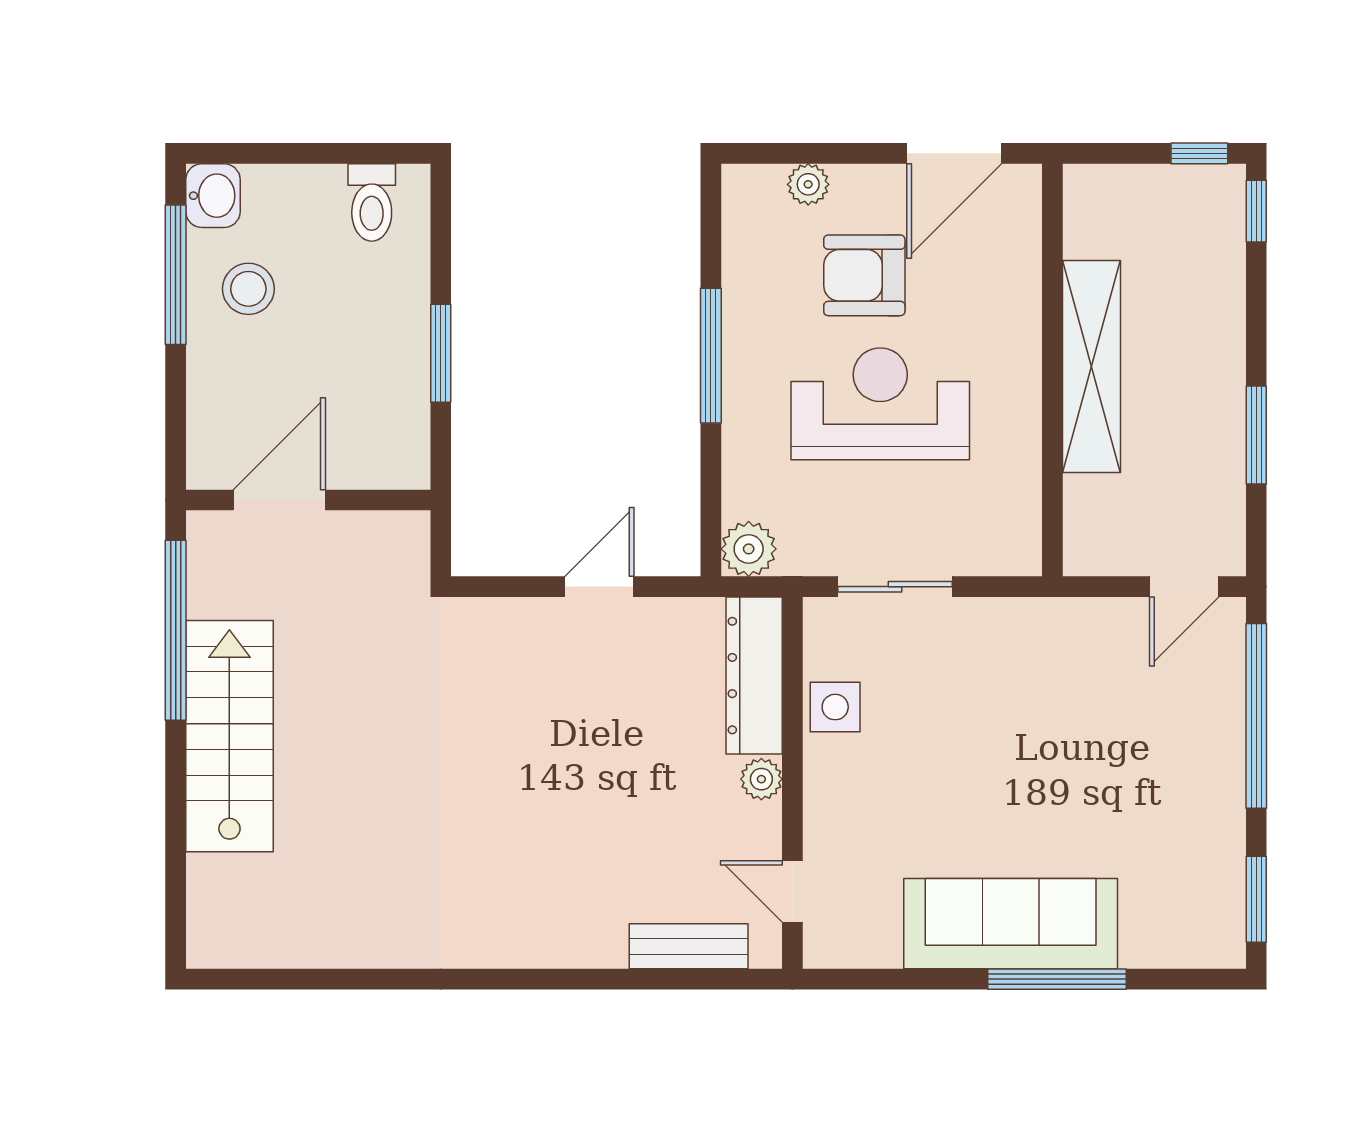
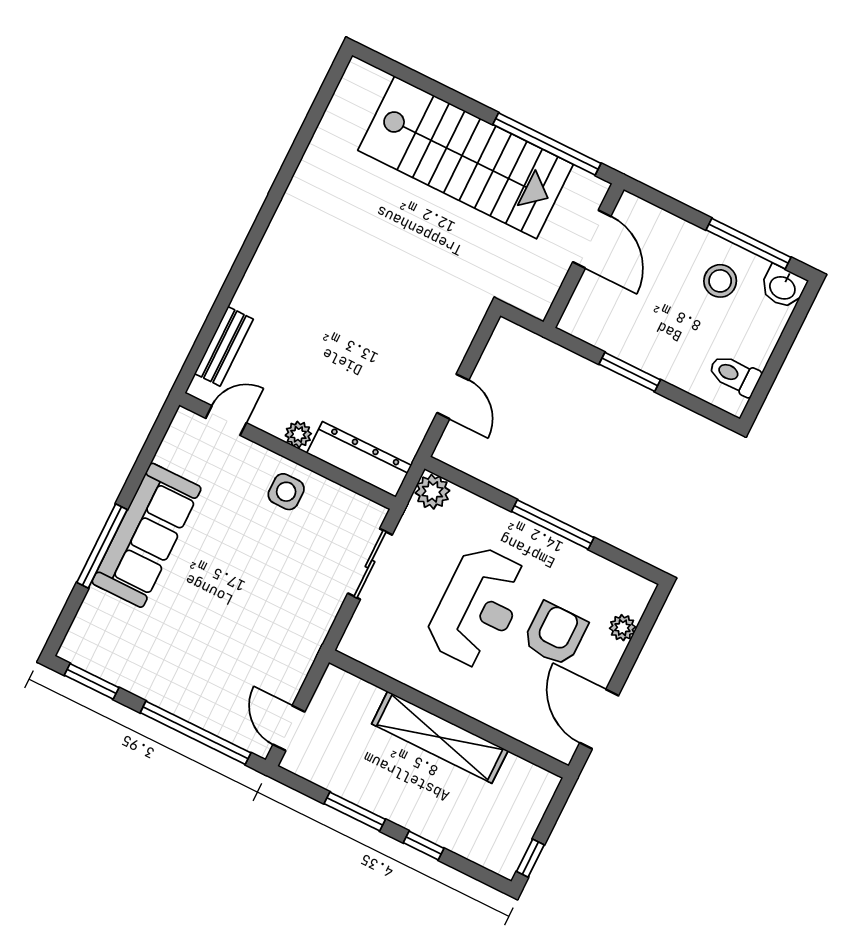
window: (1256, 211) -> (424, 846), moved
side table: (835, 707) -> (286, 492), moved
stairs: (229, 736) -> (466, 157), width x1.36, depth x1.51

